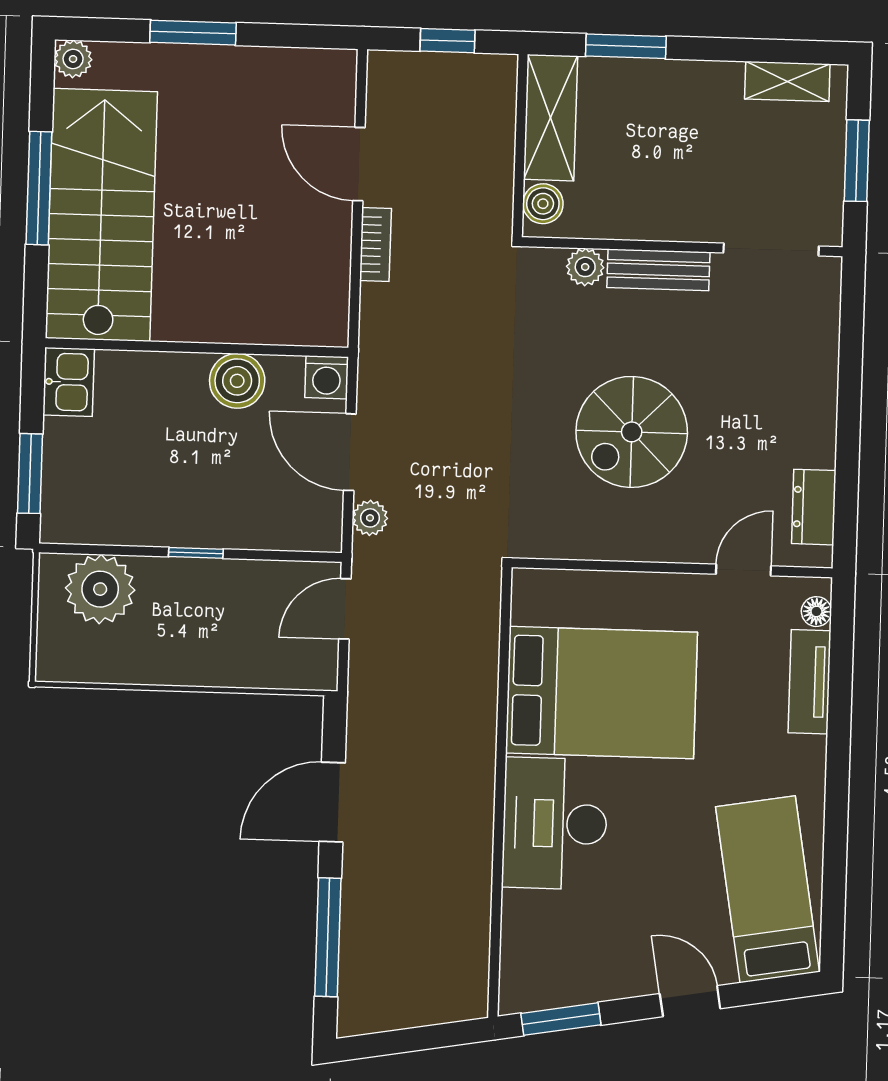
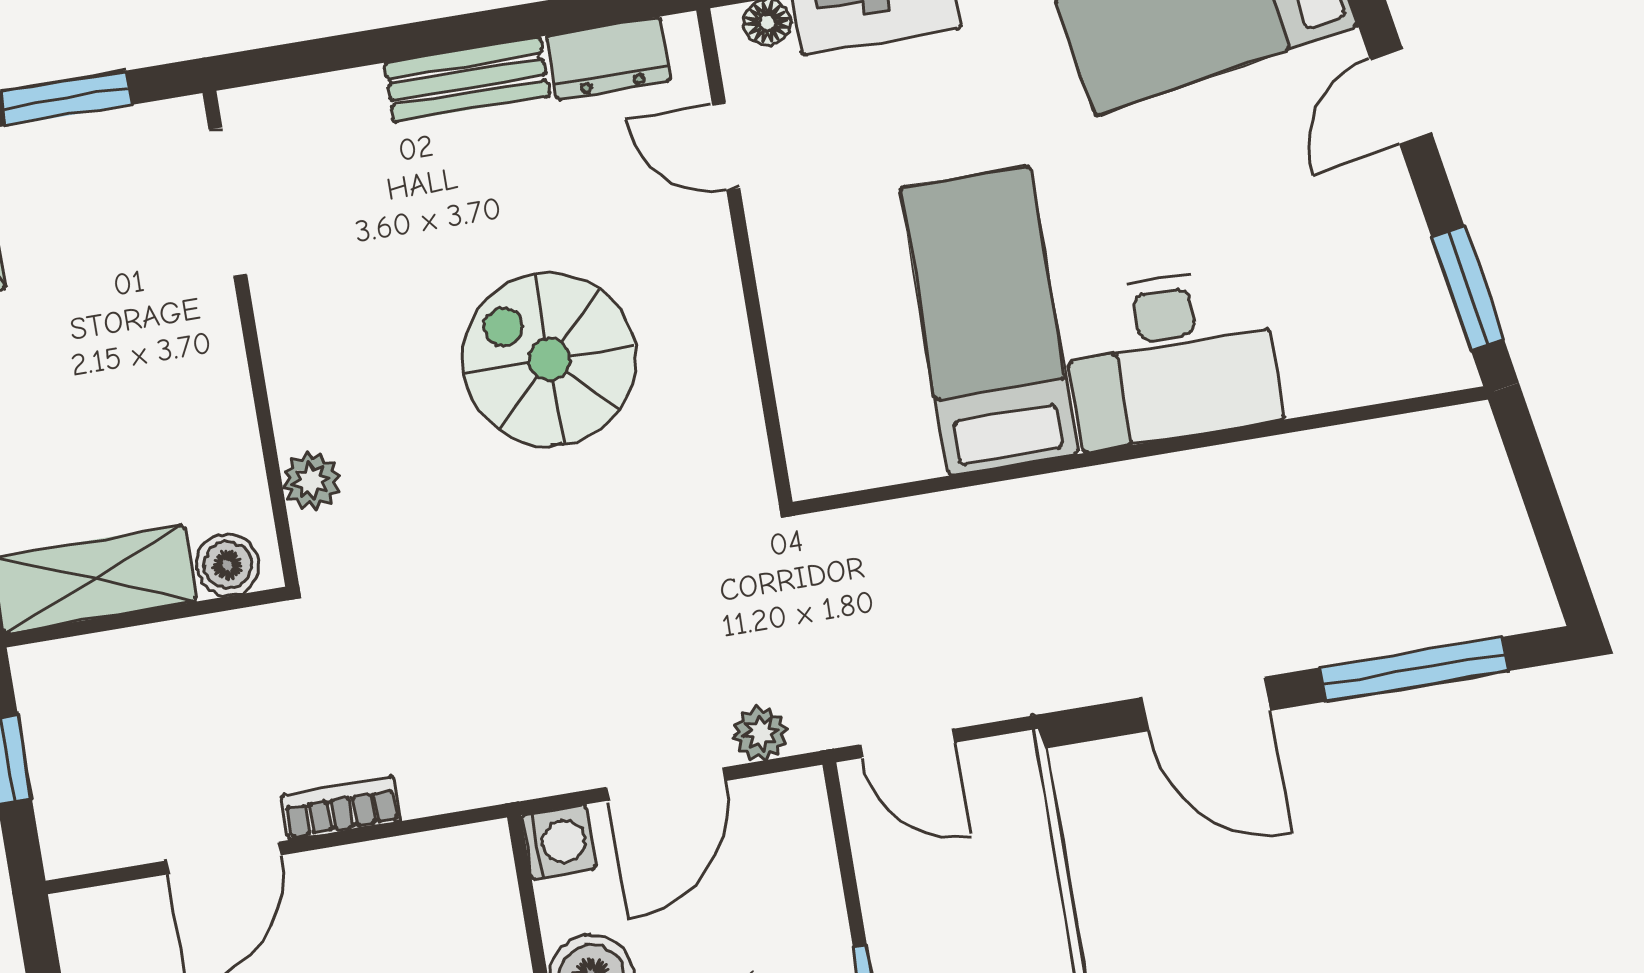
bench: (658, 270) -> (467, 80), moved, turned 90
spiral stairs: (632, 432) -> (549, 359), turned 180
bed: (601, 693) -> (989, 321), width x0.67

